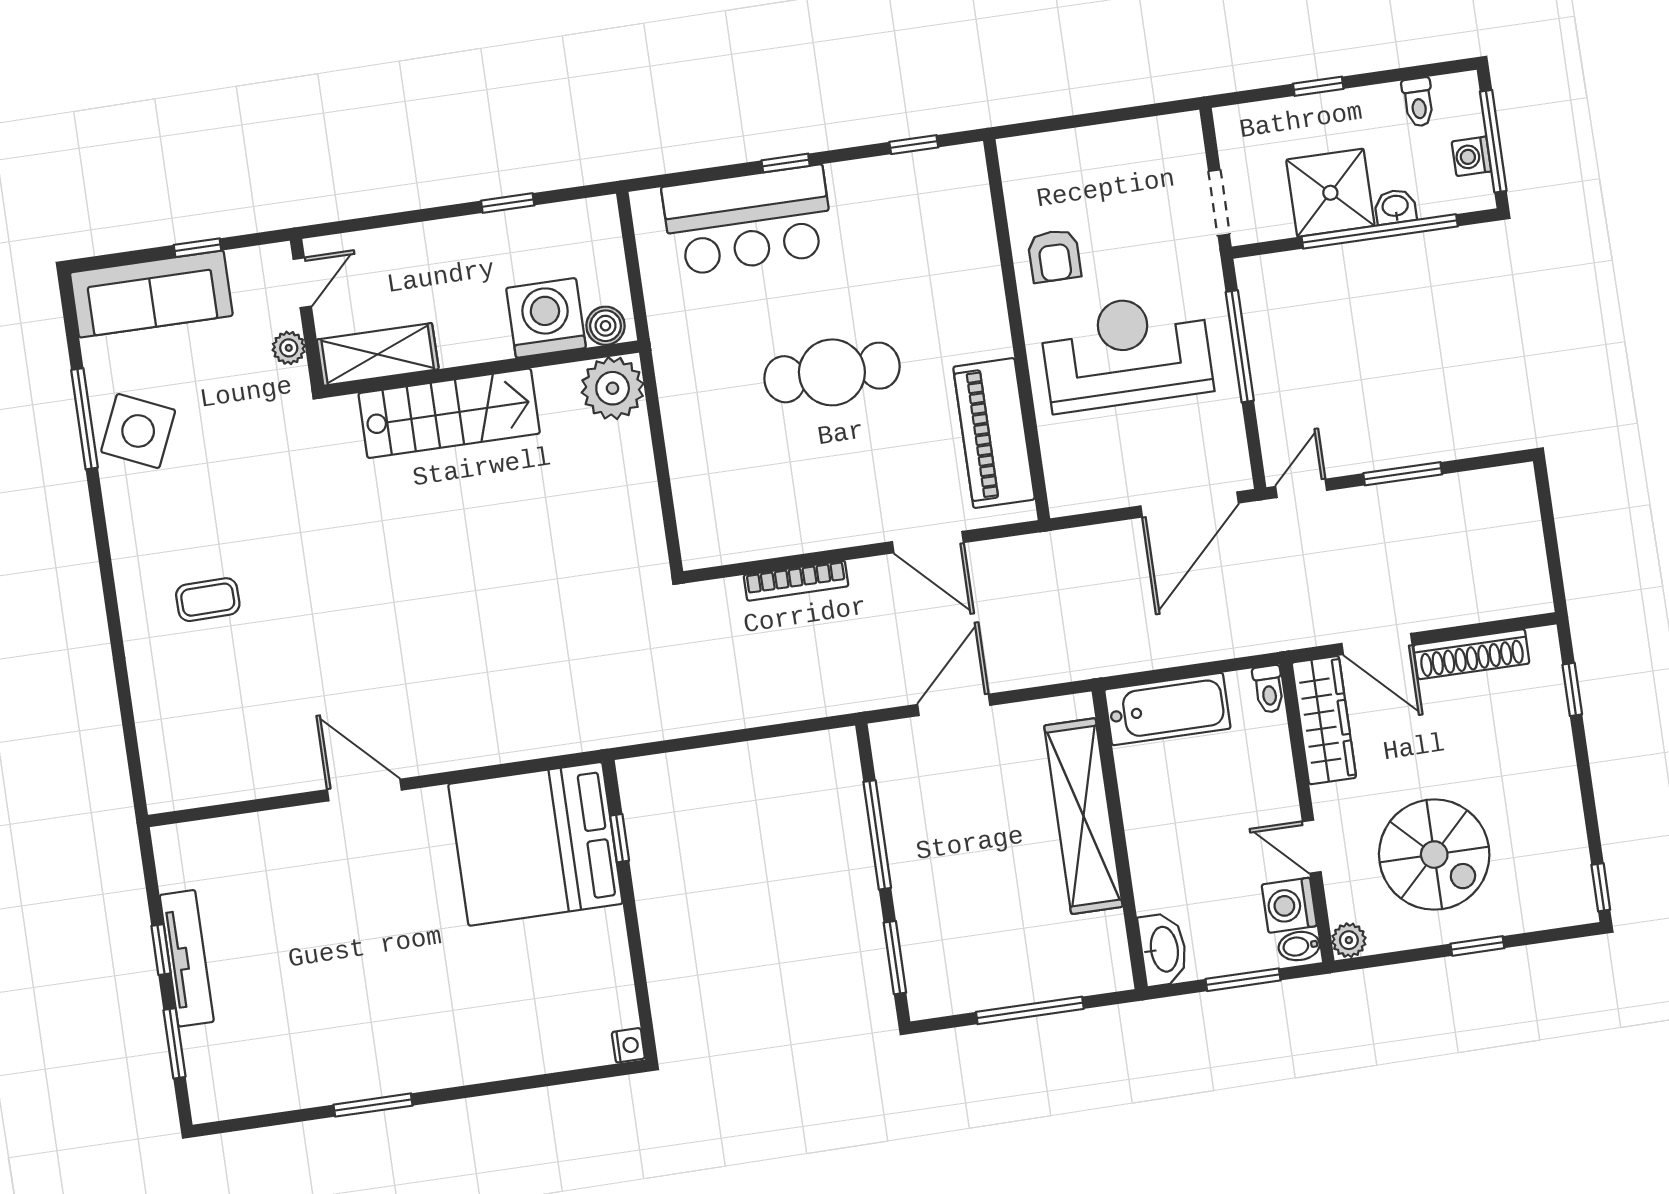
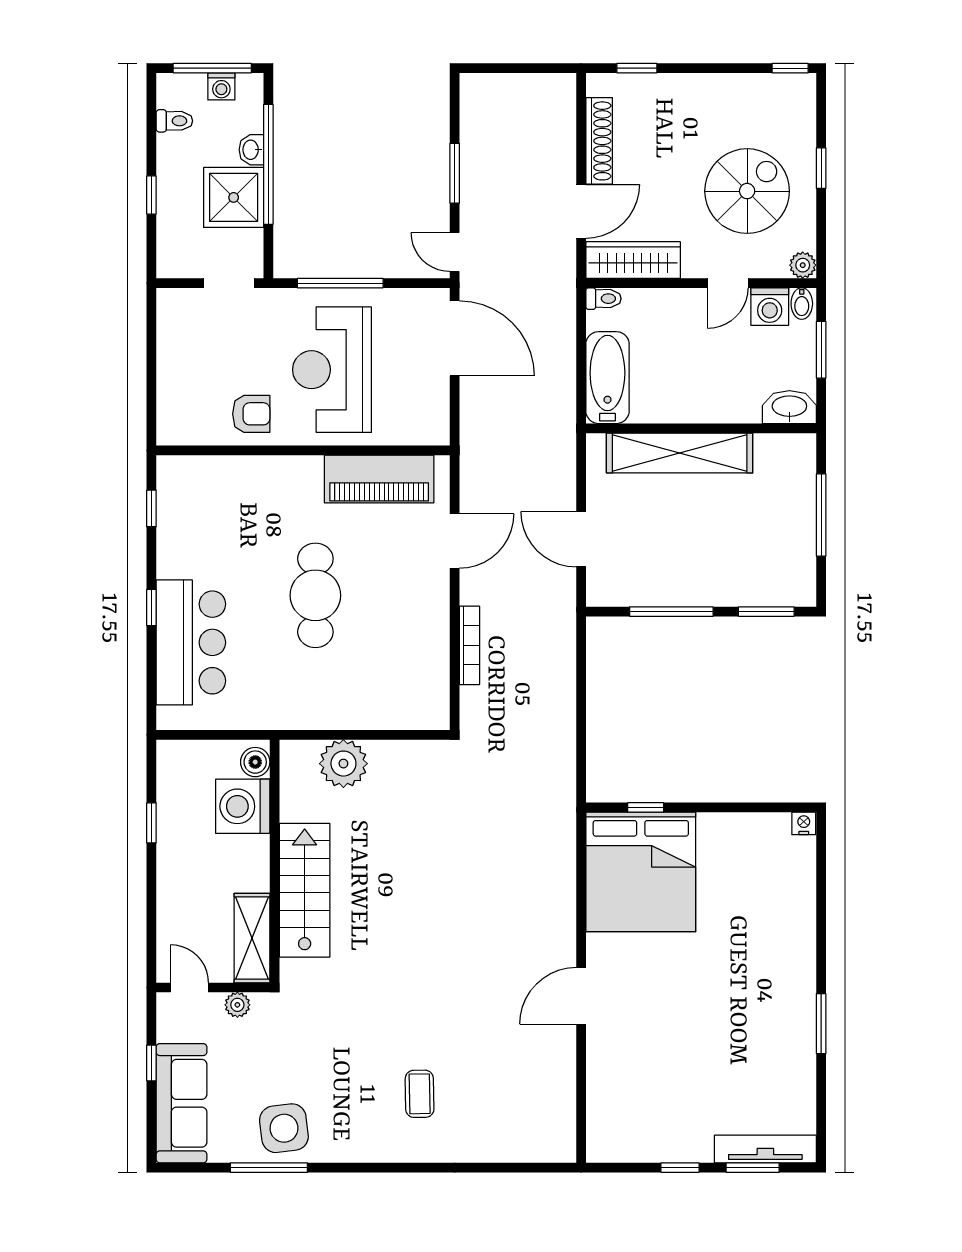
plant: (613, 388) -> (343, 764), moved
side table: (138, 431) -> (284, 1128), turned -31
tv unit: (187, 958) -> (765, 1149), moved

